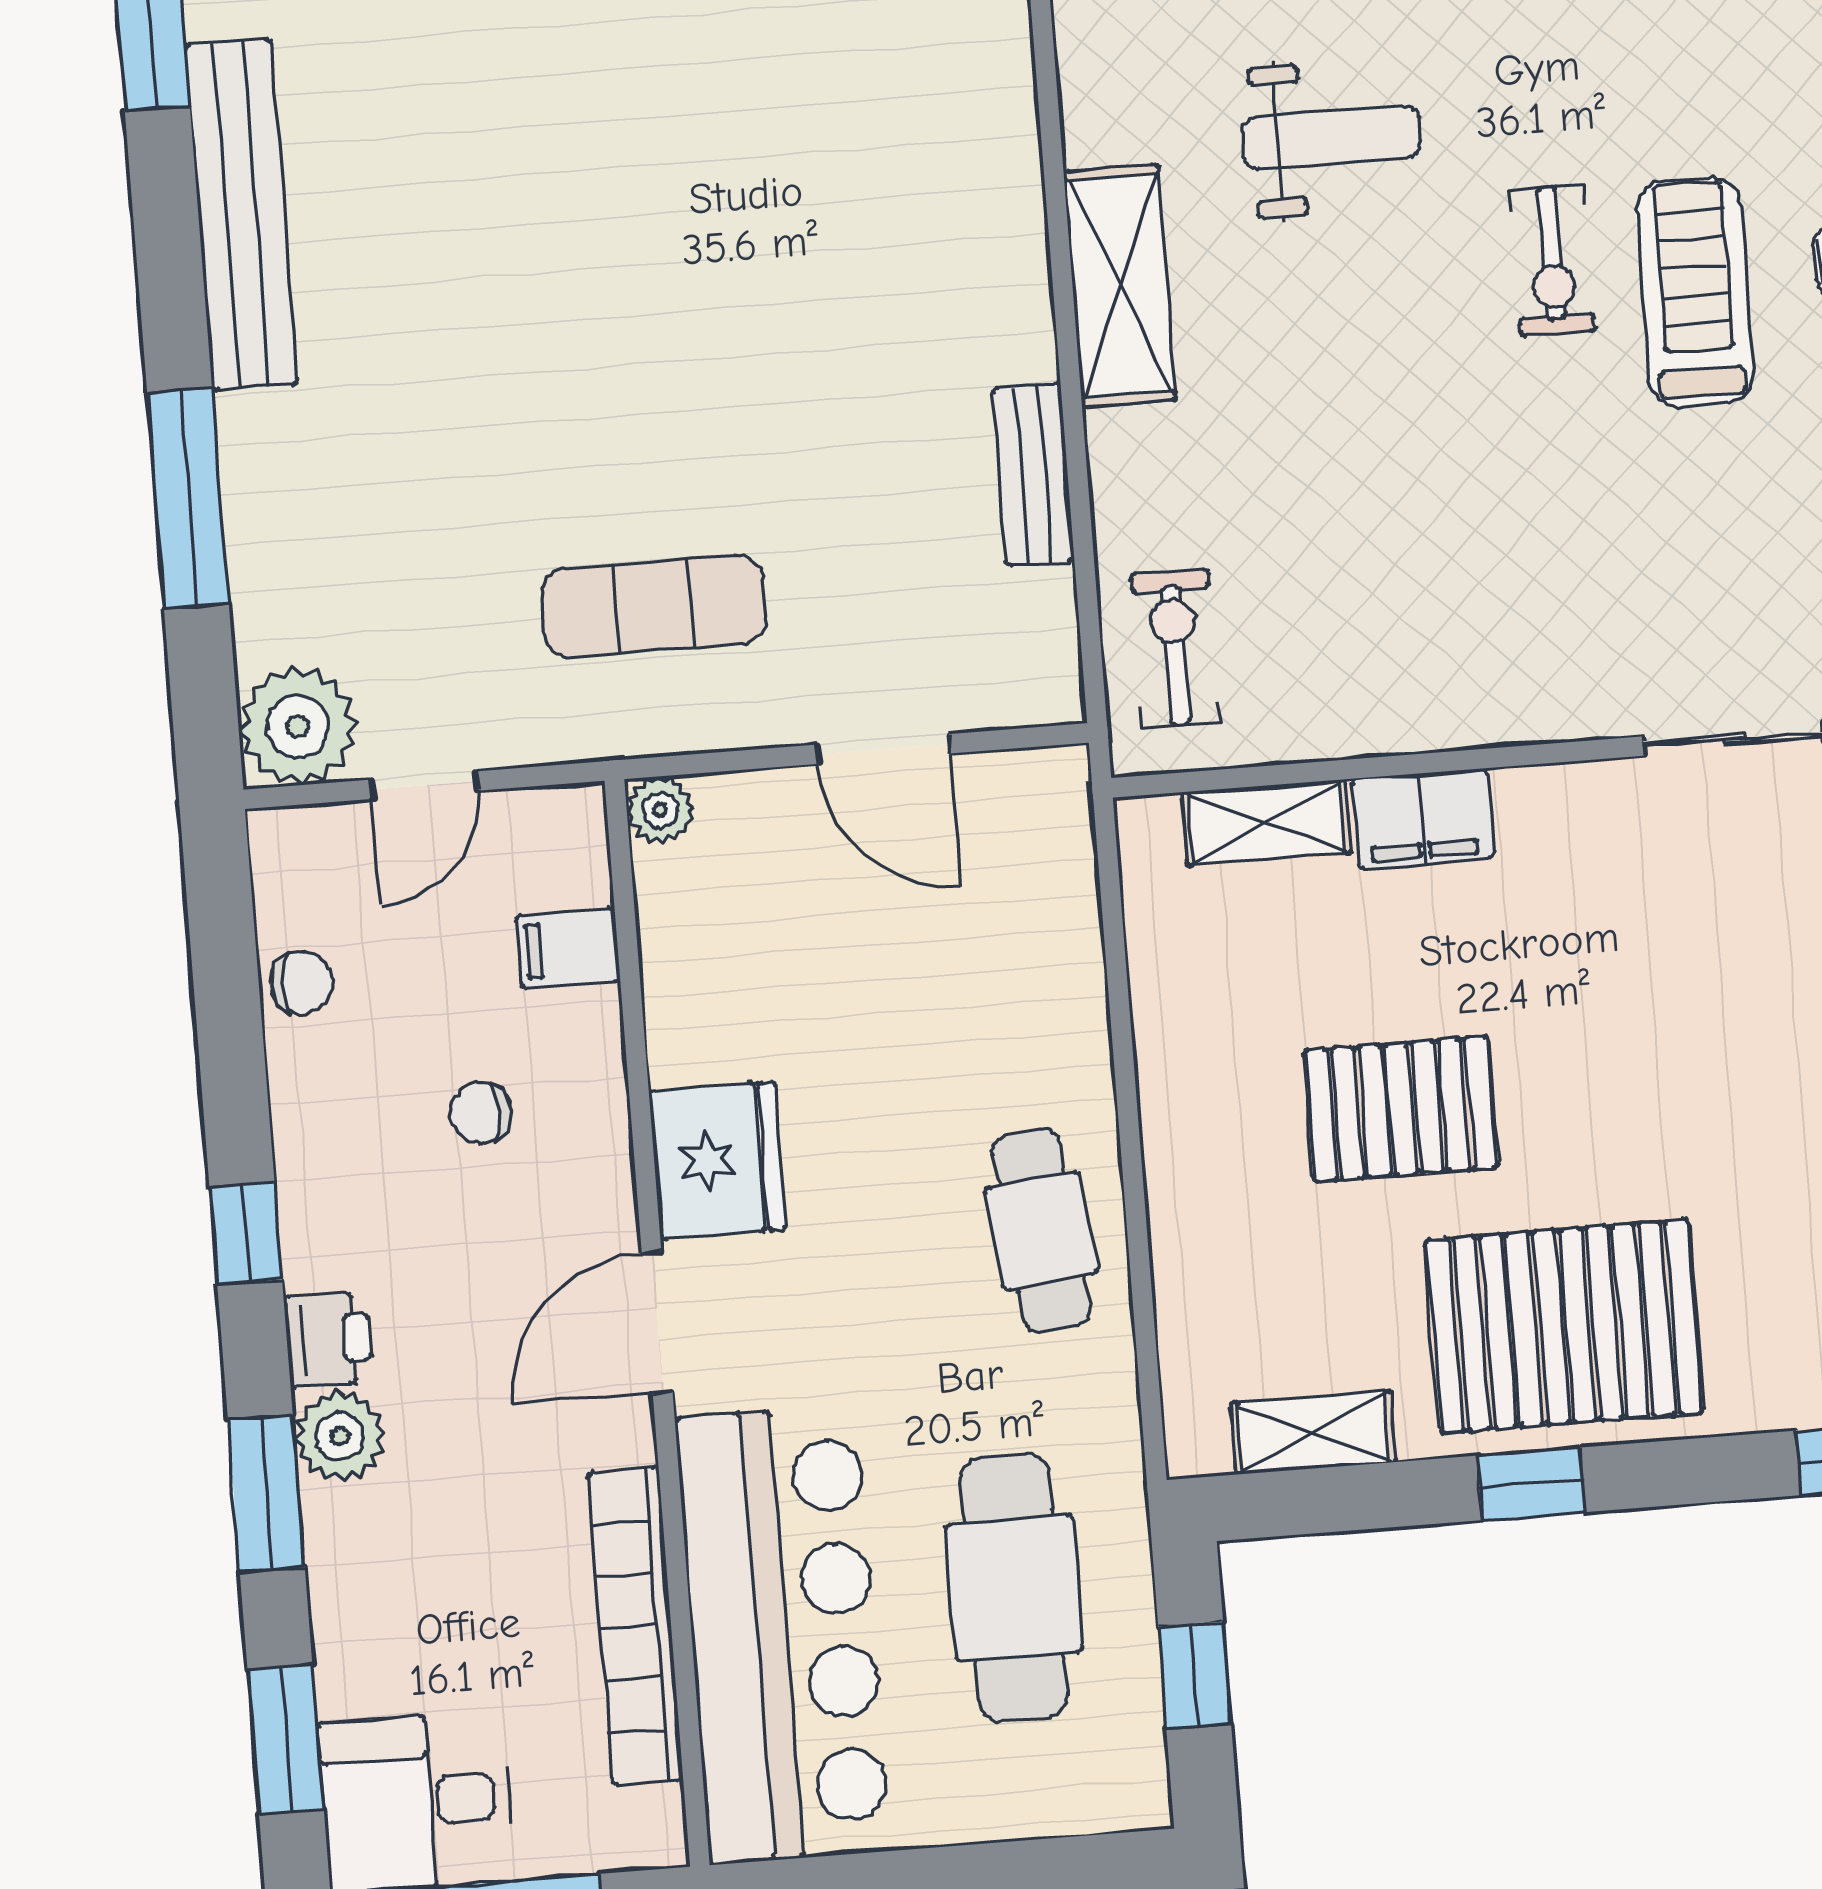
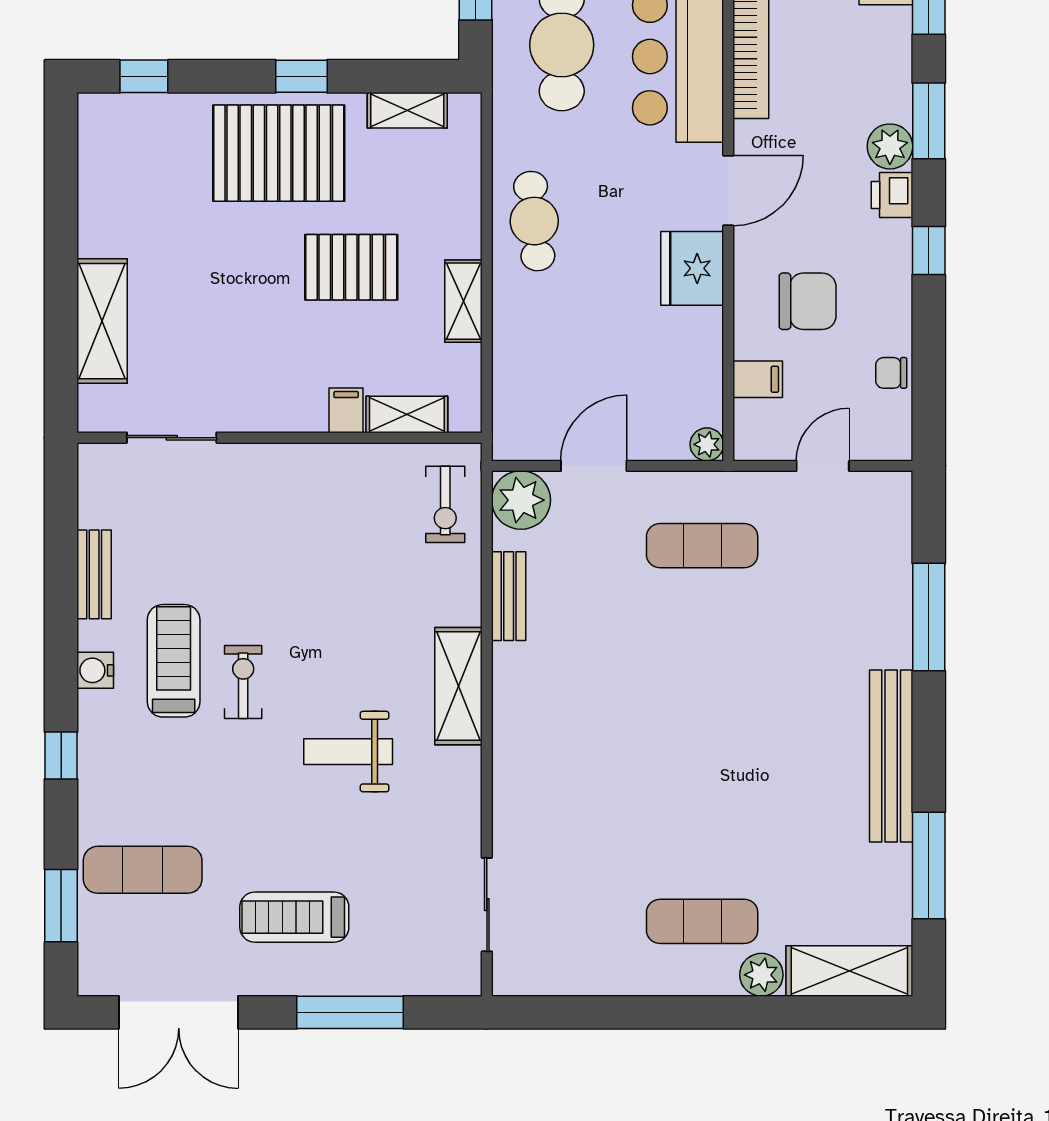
treadmill: (1695, 292) -> (174, 661), turned 180
plant: (298, 726) -> (521, 500), moved
door: (883, 749) -> (594, 466), hinge flipped
filing cabinet: (1423, 819) -> (346, 410), width x0.50
shelving: (1171, 1059) -> (463, 301), added
chair: (481, 1113) -> (808, 301), width x1.87, depth x1.87

